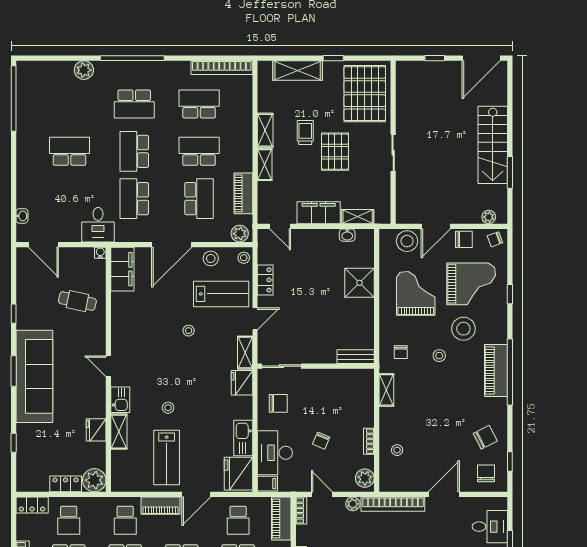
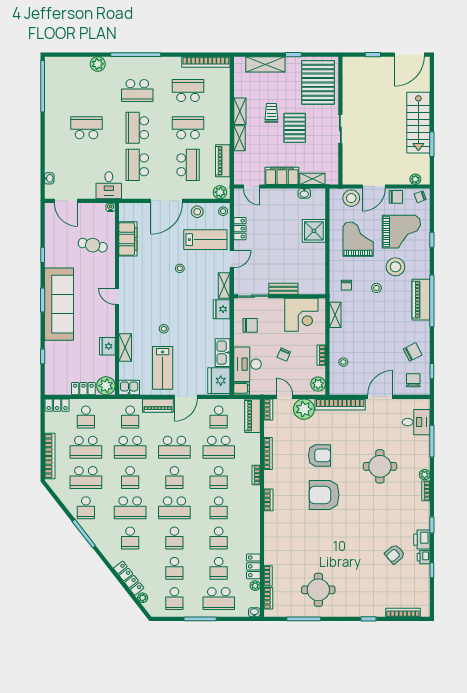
filing cabinet: (122, 269) -> (128, 239), moved
bench: (356, 357) -> (283, 289), moved
corner desk: (343, 390) -> (301, 315), added
kitchen sink: (120, 400) -> (129, 387), moved, turned -90
plant: (353, 504) -> (304, 409), width x1.87, depth x1.87

